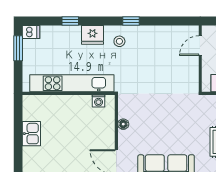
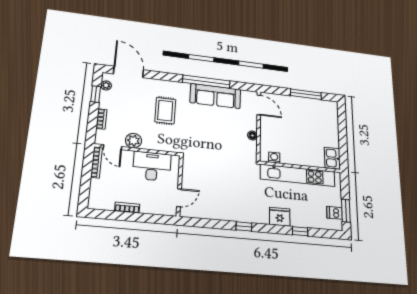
dishwasher: (31, 32) -> (335, 213), moved
stool: (119, 41) -> (255, 209), removed
kitchen sink: (31, 134) -> (332, 158), moved

